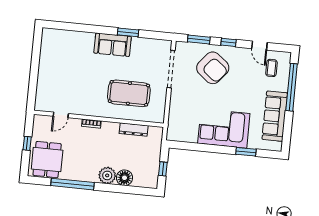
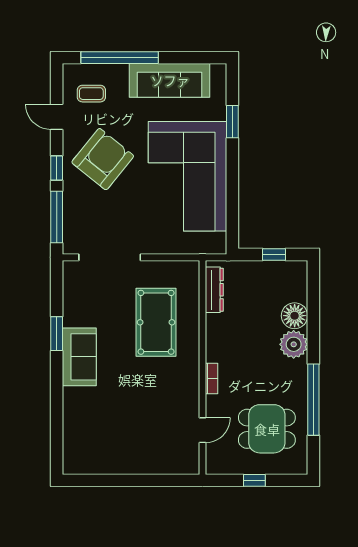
window: (199, 39) -> (57, 217), width x1.44
door: (259, 46) -> (57, 117), swing flipped
armchair: (213, 68) -> (103, 159), moved
door: (61, 115) -> (202, 430), hinge flipped
corner sofa: (224, 128) -> (187, 176), width x1.36, depth x1.36
dresser: (134, 129) -> (214, 290), moved
dining table: (47, 160) -> (267, 429), moved

